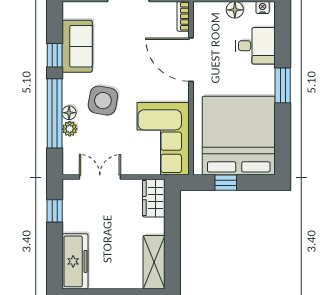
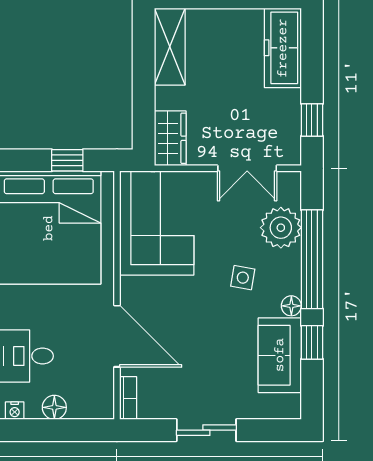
side table: (103, 101) -> (243, 278), width x0.54, depth x0.54
floor lamp: (69, 113) -> (291, 306), moved
plant: (70, 129) -> (281, 228), width x1.88, depth x1.88

